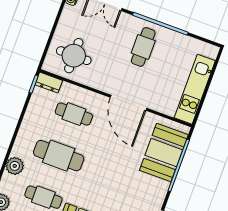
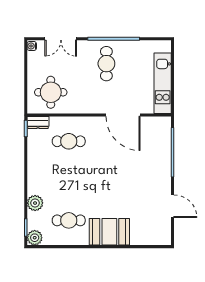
door: (128, 103) -> (123, 115), moved
booth: (164, 153) -> (156, 146), removed
cafe table: (59, 156) -> (69, 181), removed

